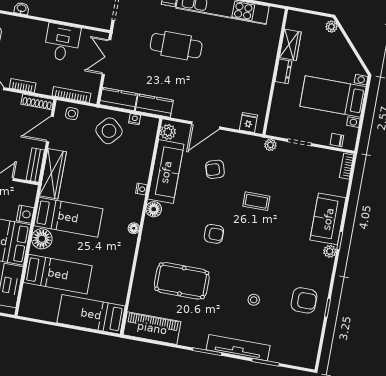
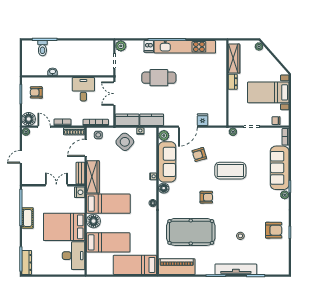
wardrobe: (290, 45) -> (234, 59), width x1.50
fridge: (248, 122) -> (203, 120), moved
coffee table: (256, 201) -> (230, 171), width x1.86, depth x1.72
nightstand: (25, 214) -> (80, 192), moved
sofa: (328, 219) -> (280, 168), width x1.36
pool table: (182, 281) -> (191, 232), width x1.36, depth x1.32

